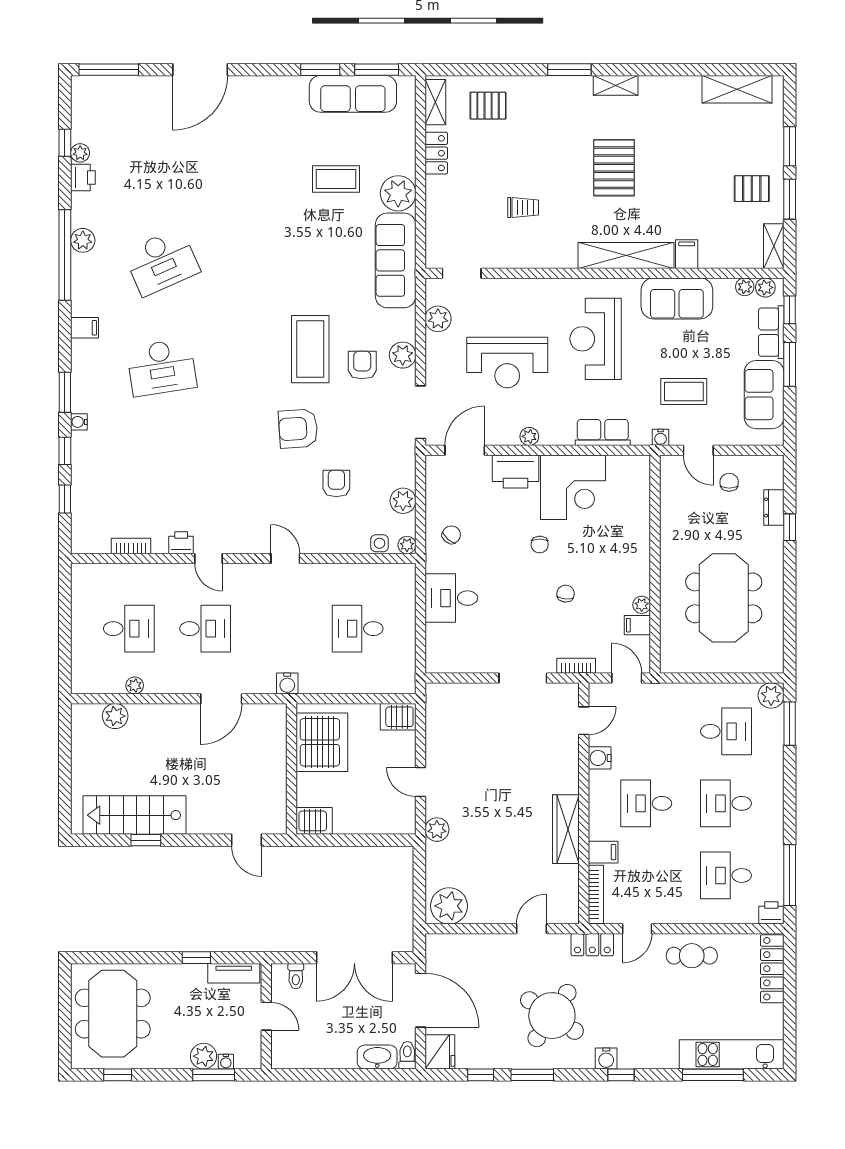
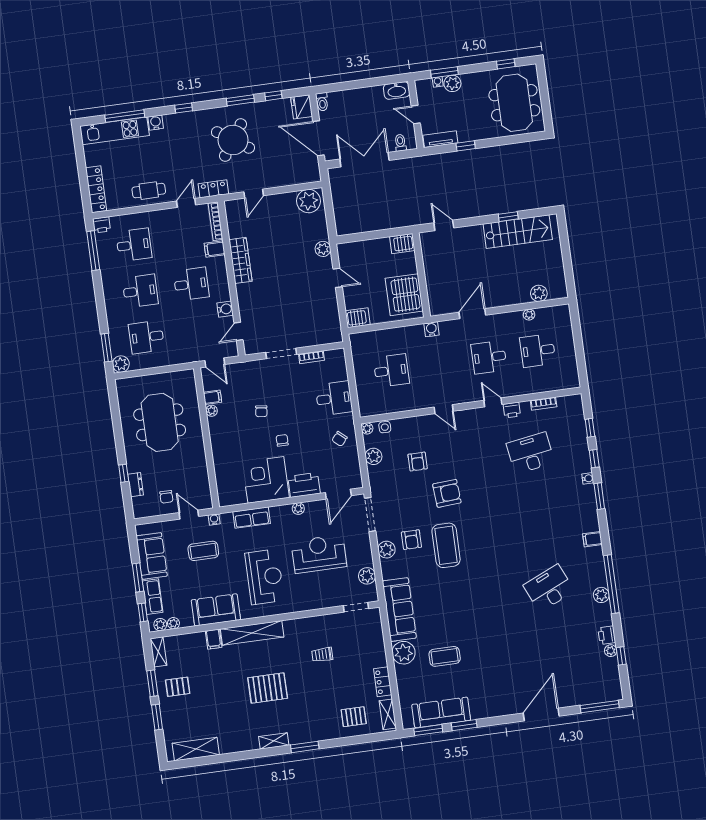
pallet: (614, 168) -> (268, 688), turned 90
desk: (162, 367) -> (530, 453), moved
bookcase: (576, 666) -> (311, 357), moved
washbasin: (377, 1057) -> (397, 90), moved
water cooler: (606, 1058) -> (156, 123), moved

